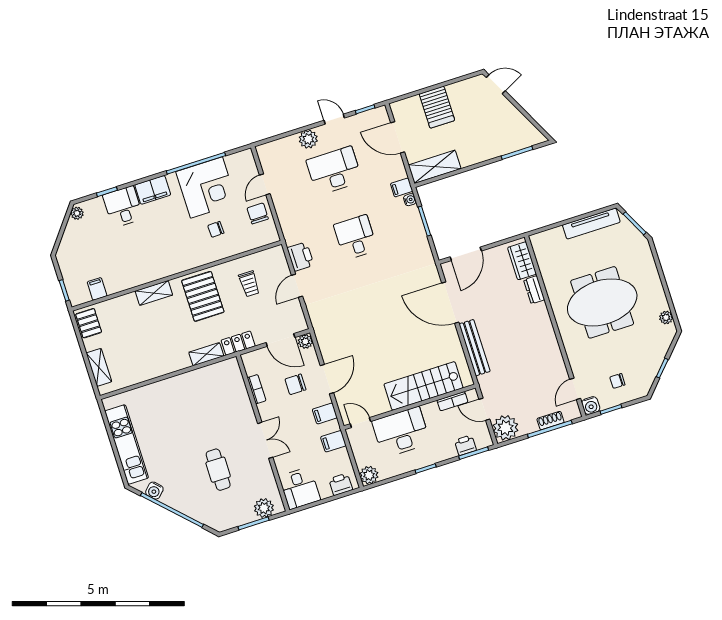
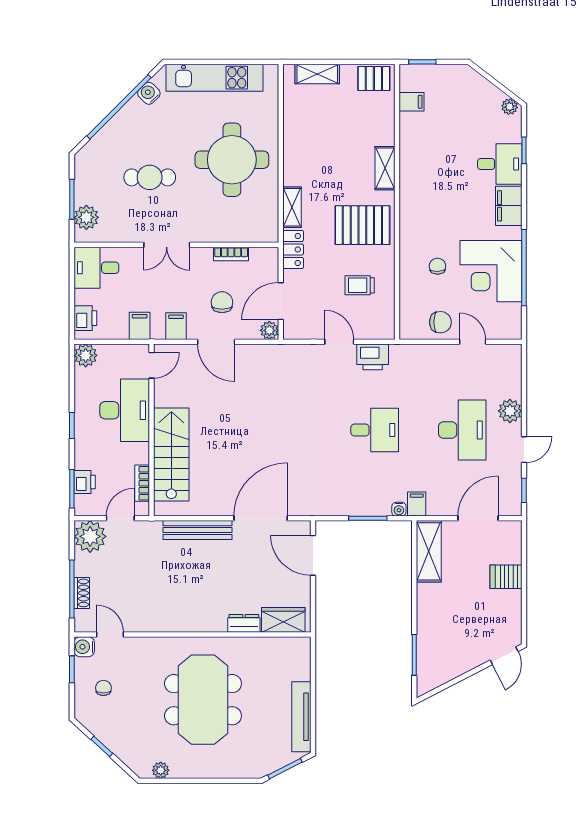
server rack: (437, 107) -> (506, 577), width x0.73, depth x0.70
round table: (185, 411) -> (232, 160), added

